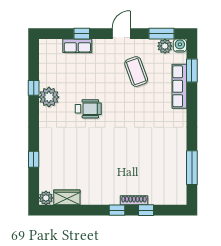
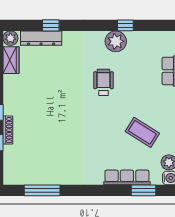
coffee table: (136, 72) -> (142, 132), turned 52
wheelchair: (88, 109) -> (103, 82), turned 180
dresser: (46, 169) -> (41, 38), added

